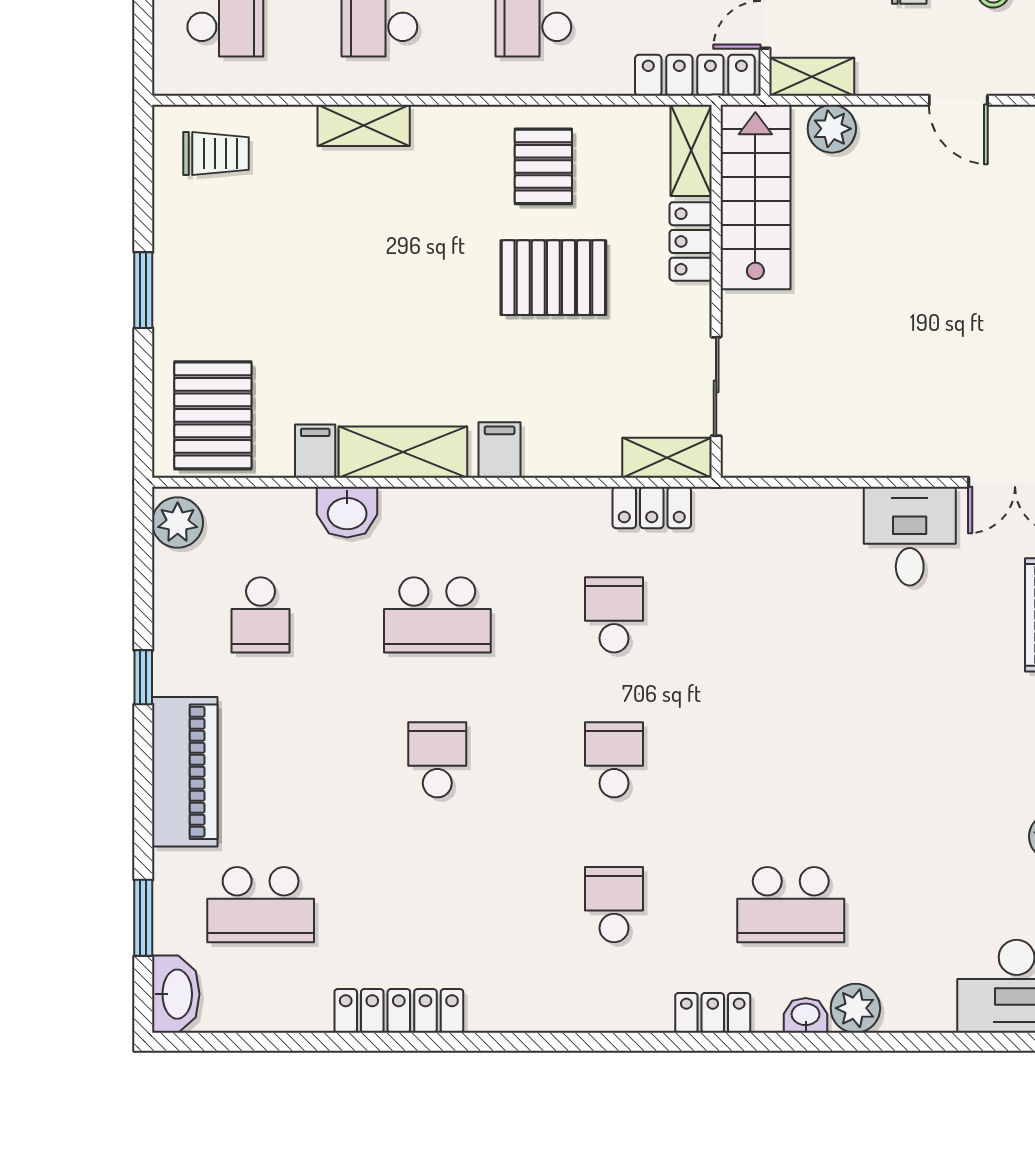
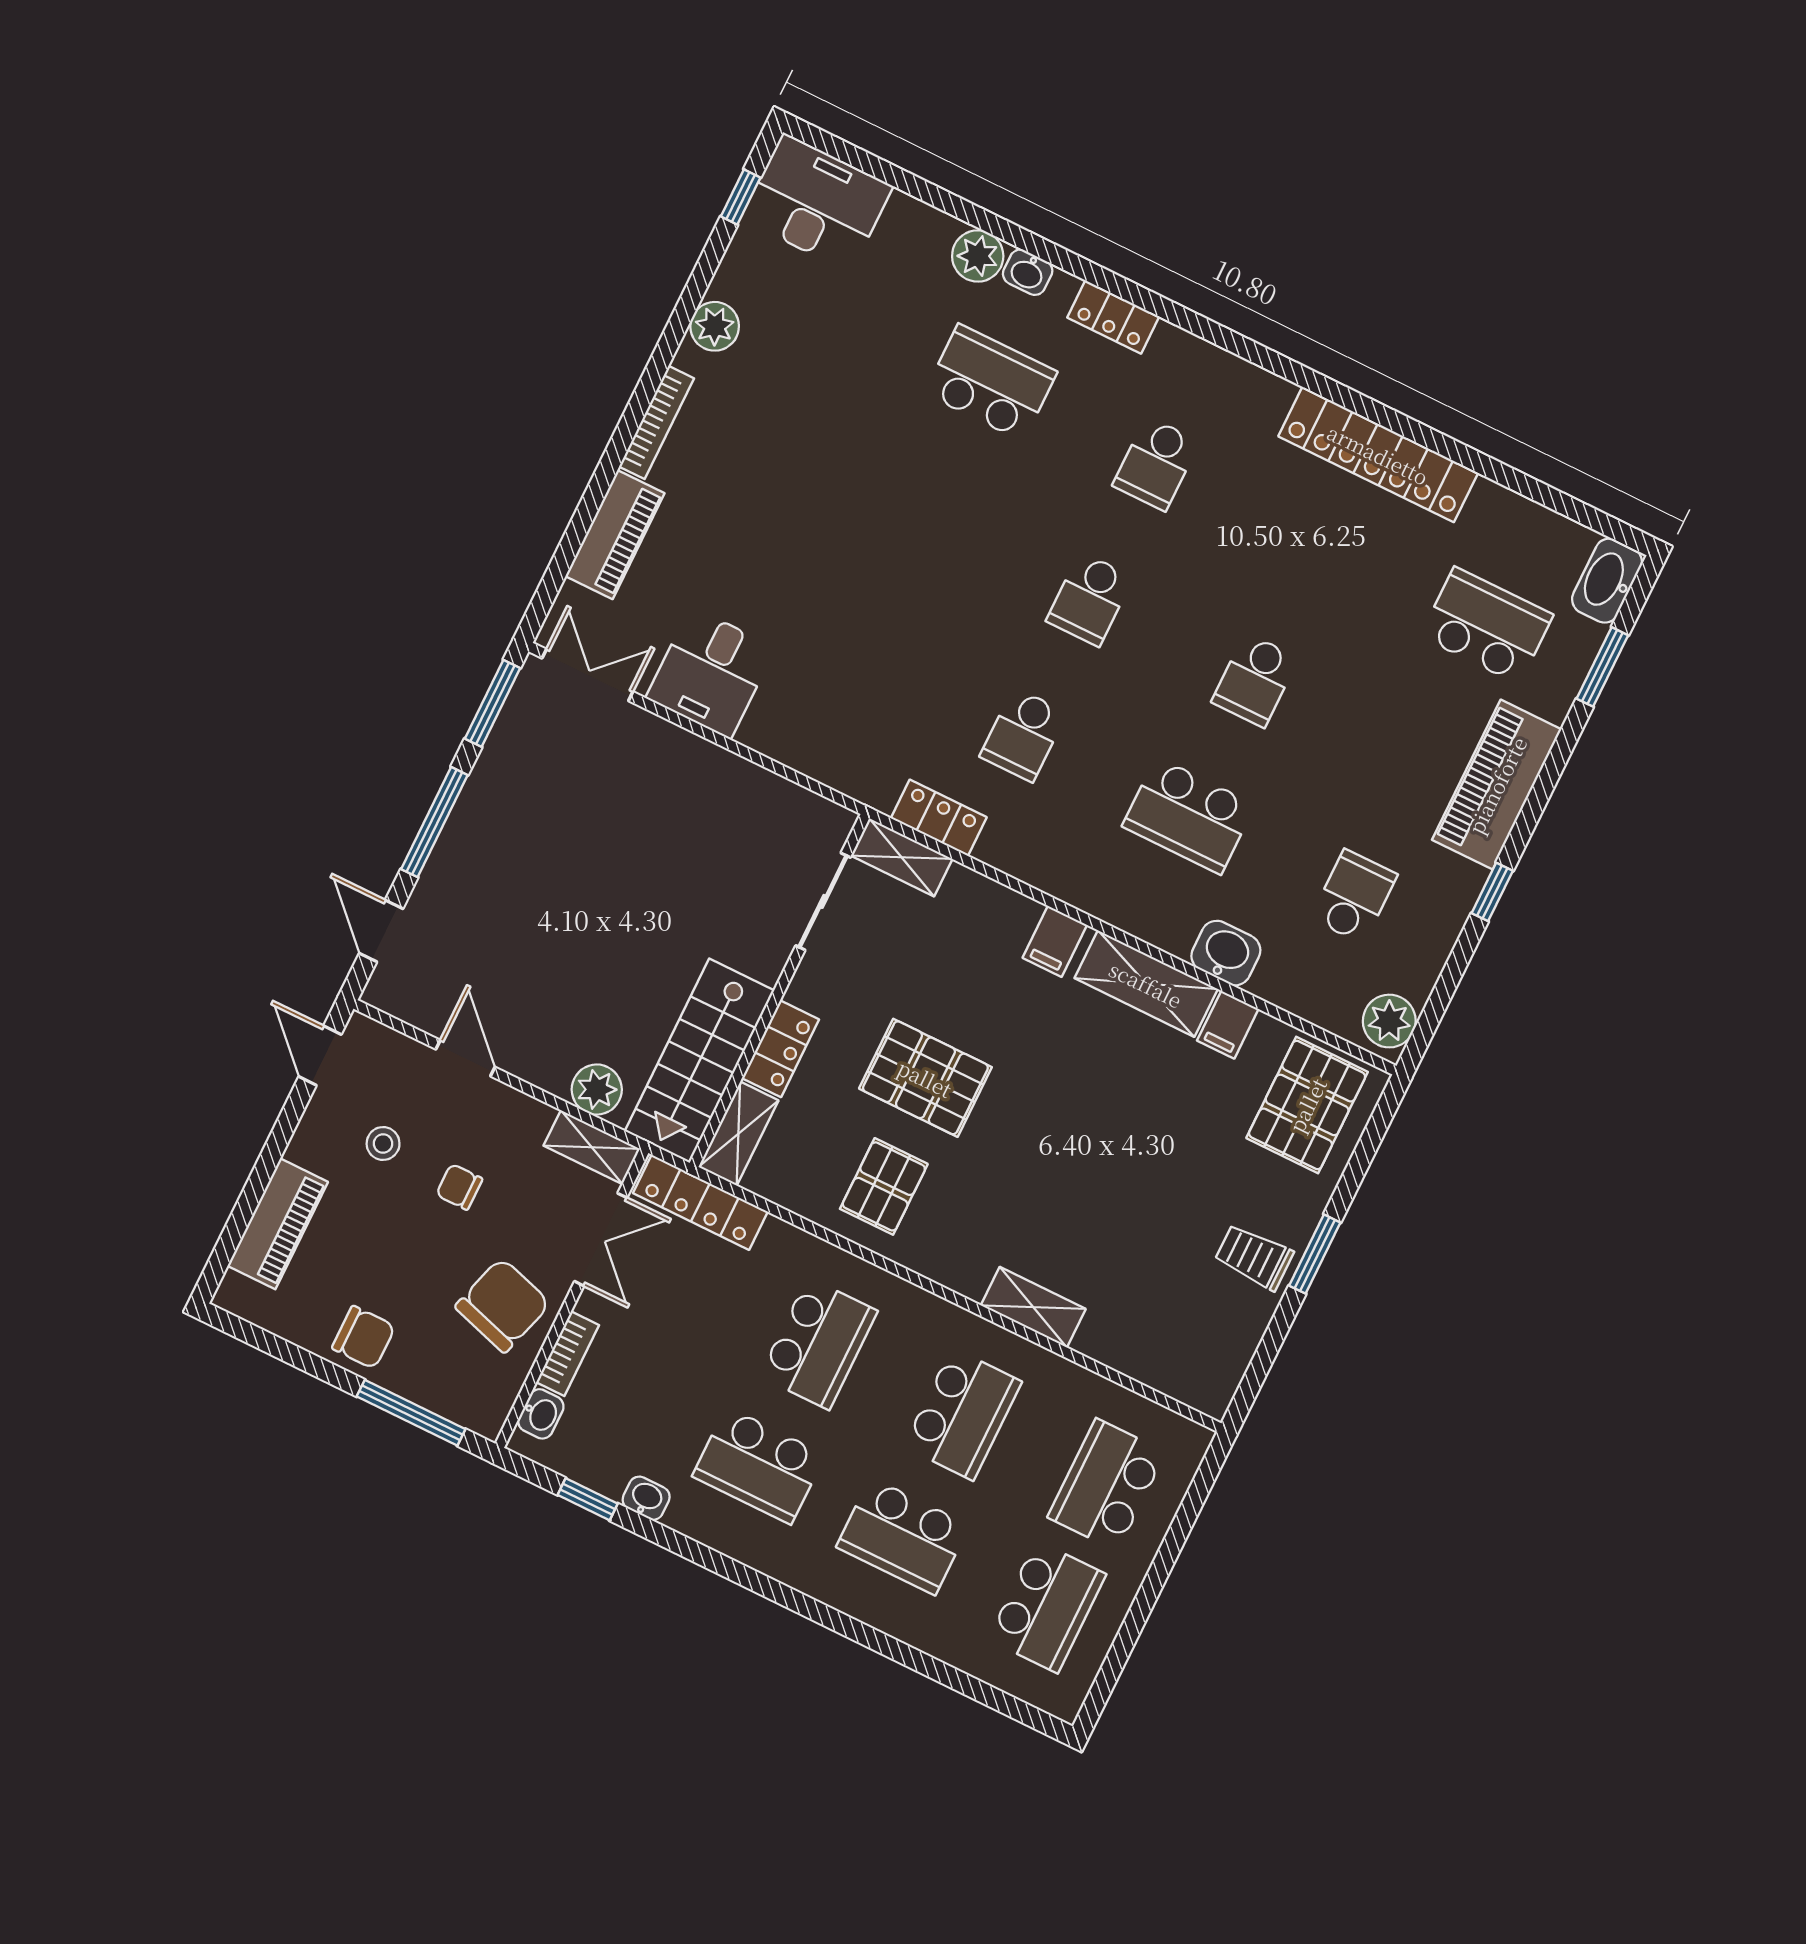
trolley: (216, 153) -> (1254, 1257), moved
school desk: (437, 615) -> (1189, 816), turned 180
locker: (399, 1011) -> (1378, 454), width x1.41, depth x1.21

